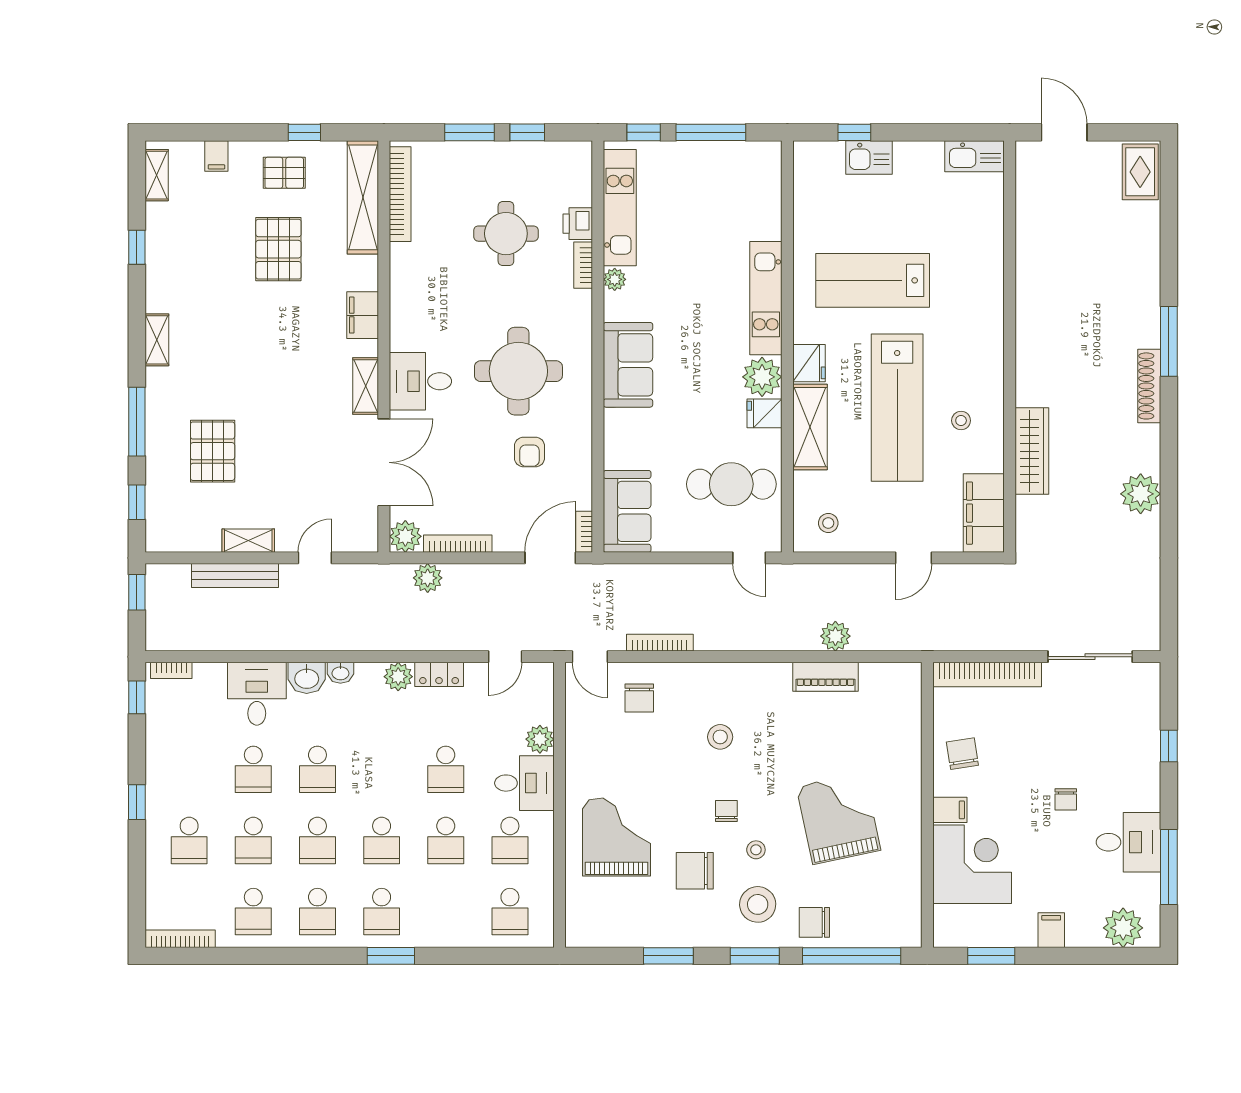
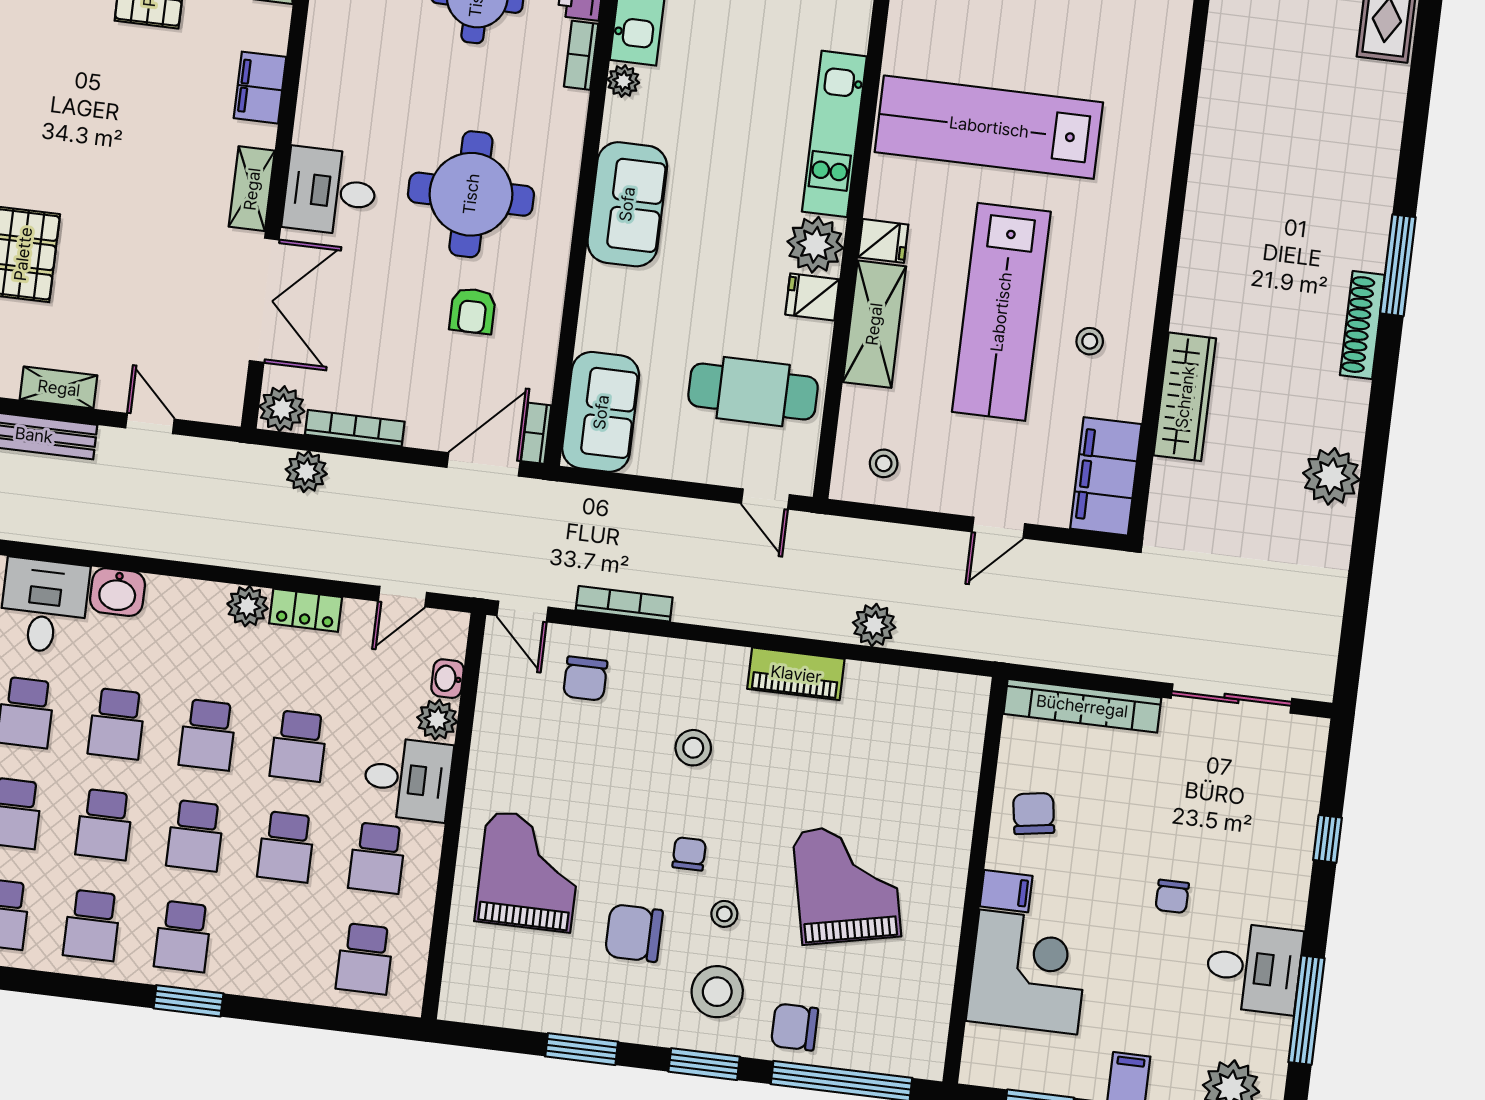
lab bench: (873, 280) -> (989, 127), width x1.36
fridge: (809, 363) -> (883, 241), width x0.72
door: (315, 558) -> (150, 423), hinge flipped
washbasin: (340, 673) -> (447, 679), moved, turned 90
piano: (825, 677) -> (796, 674), moved
school desk: (382, 769) -> (208, 735), added

